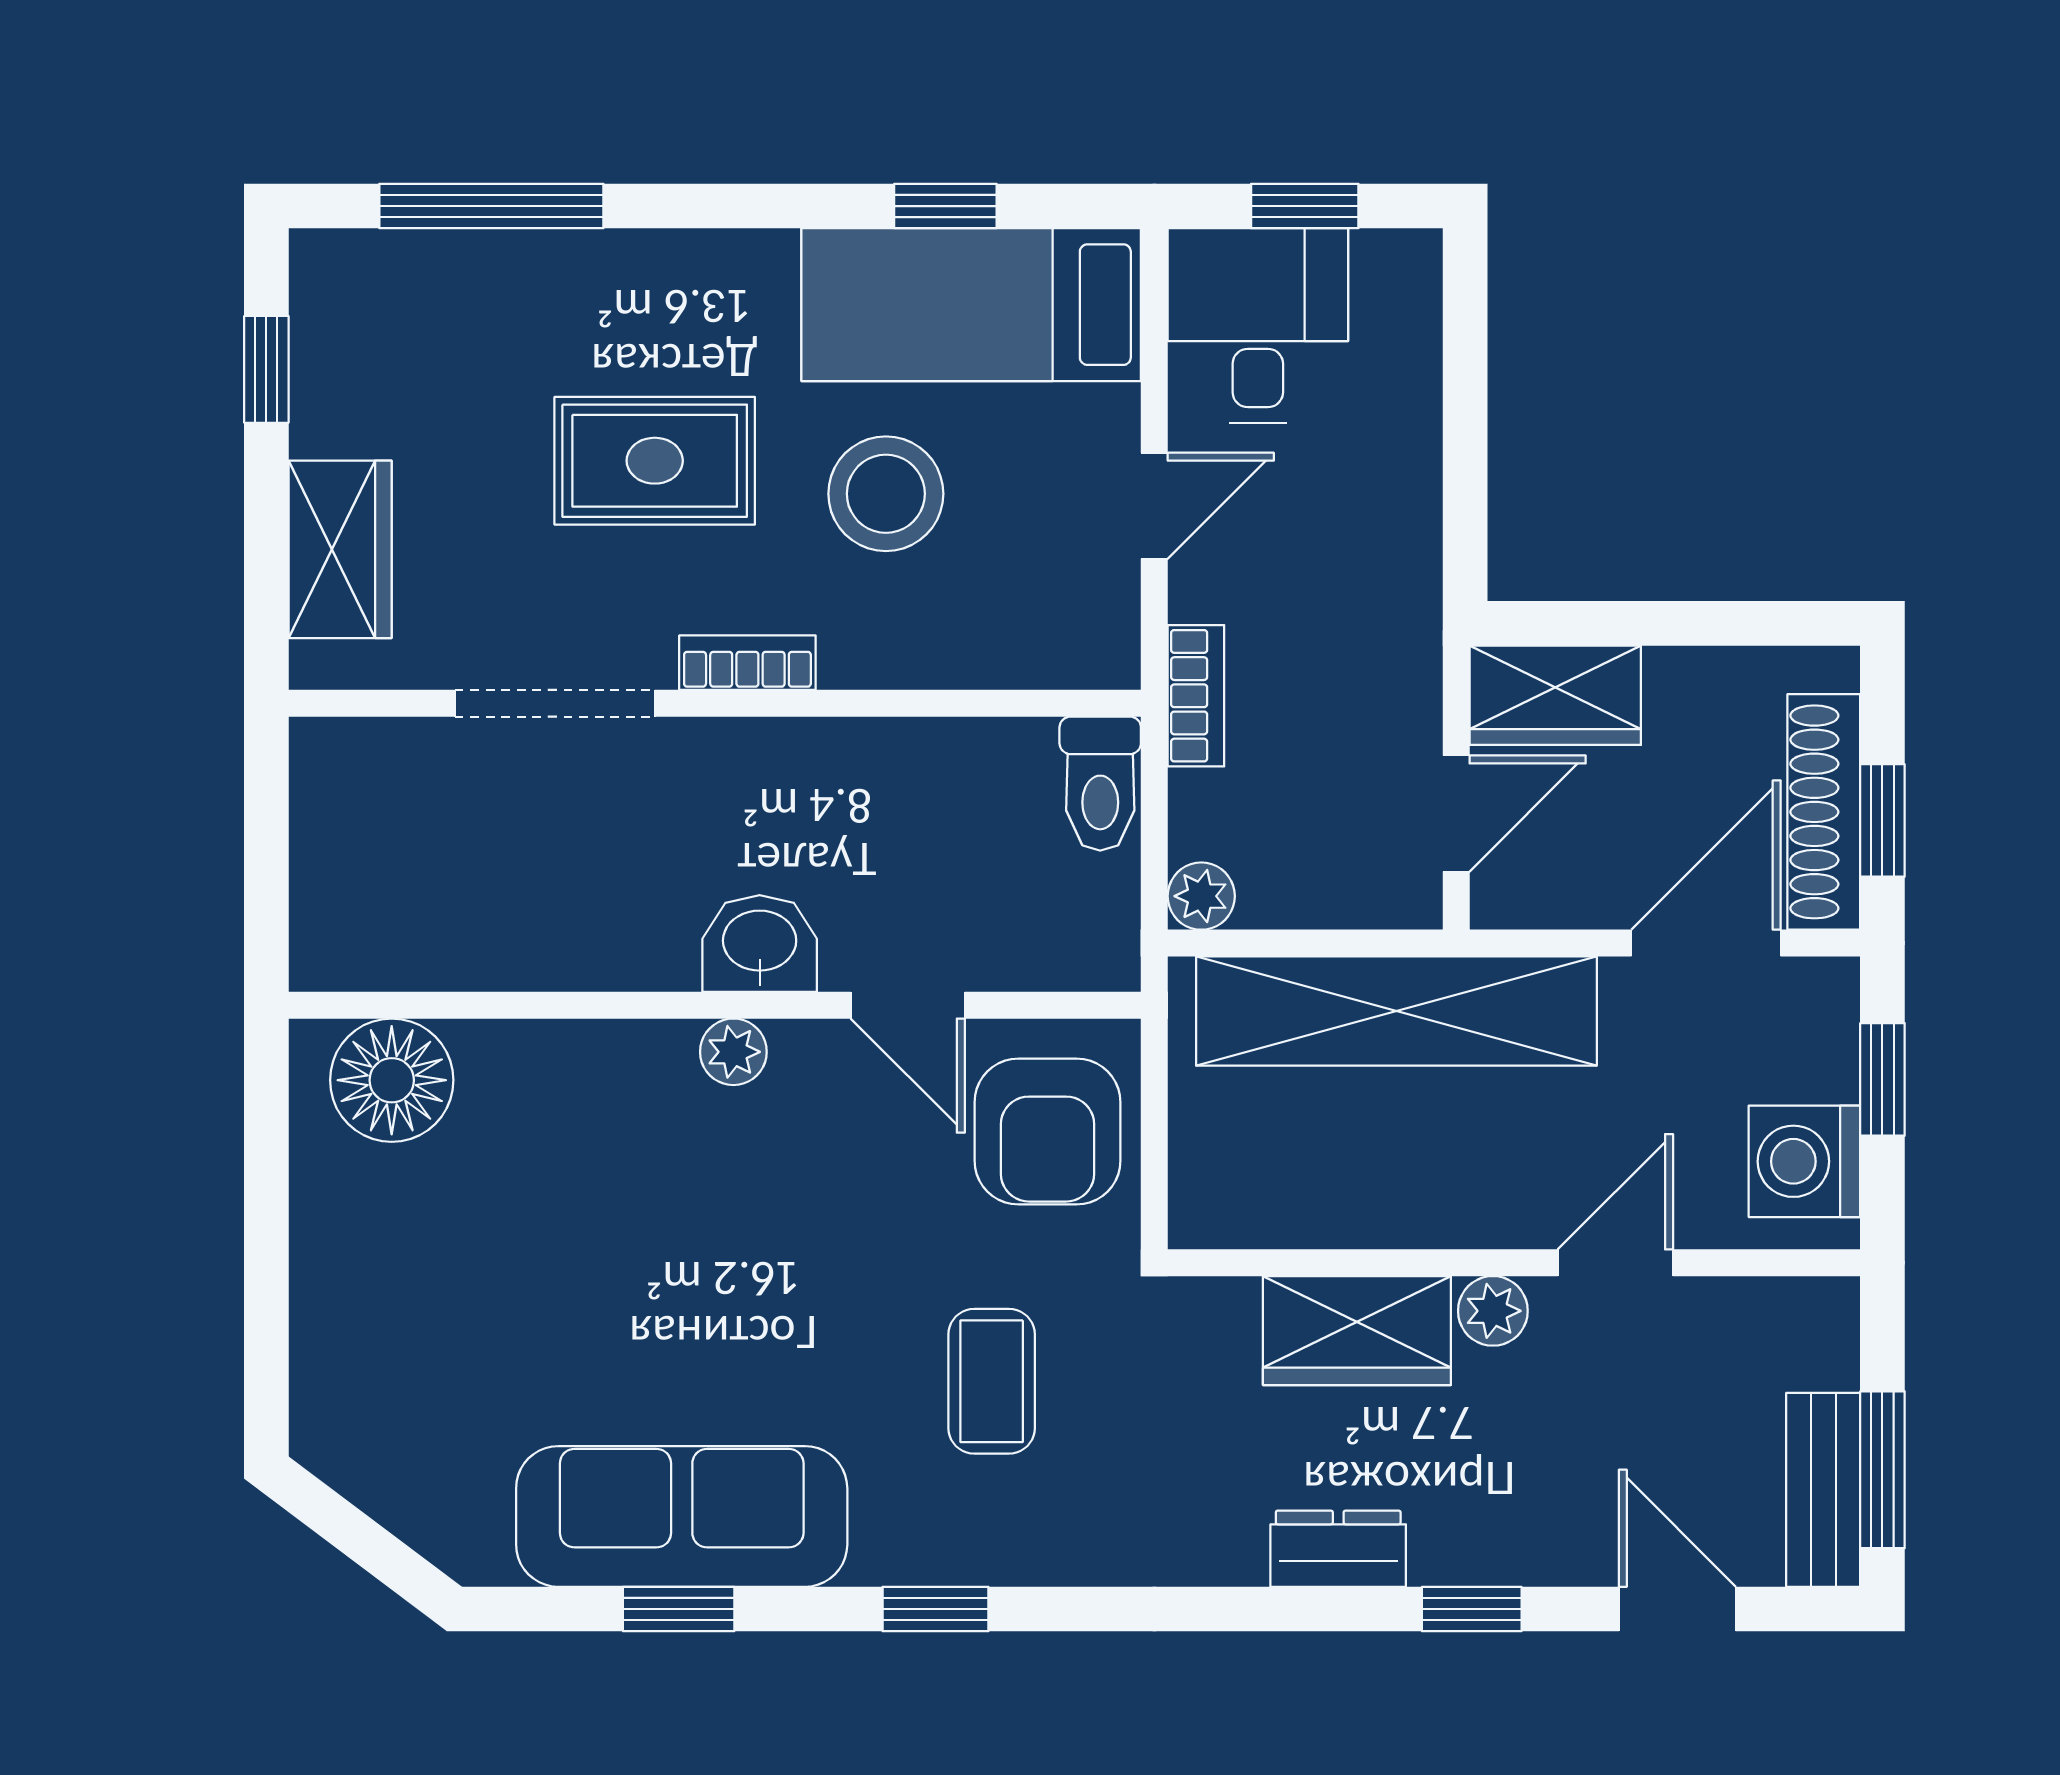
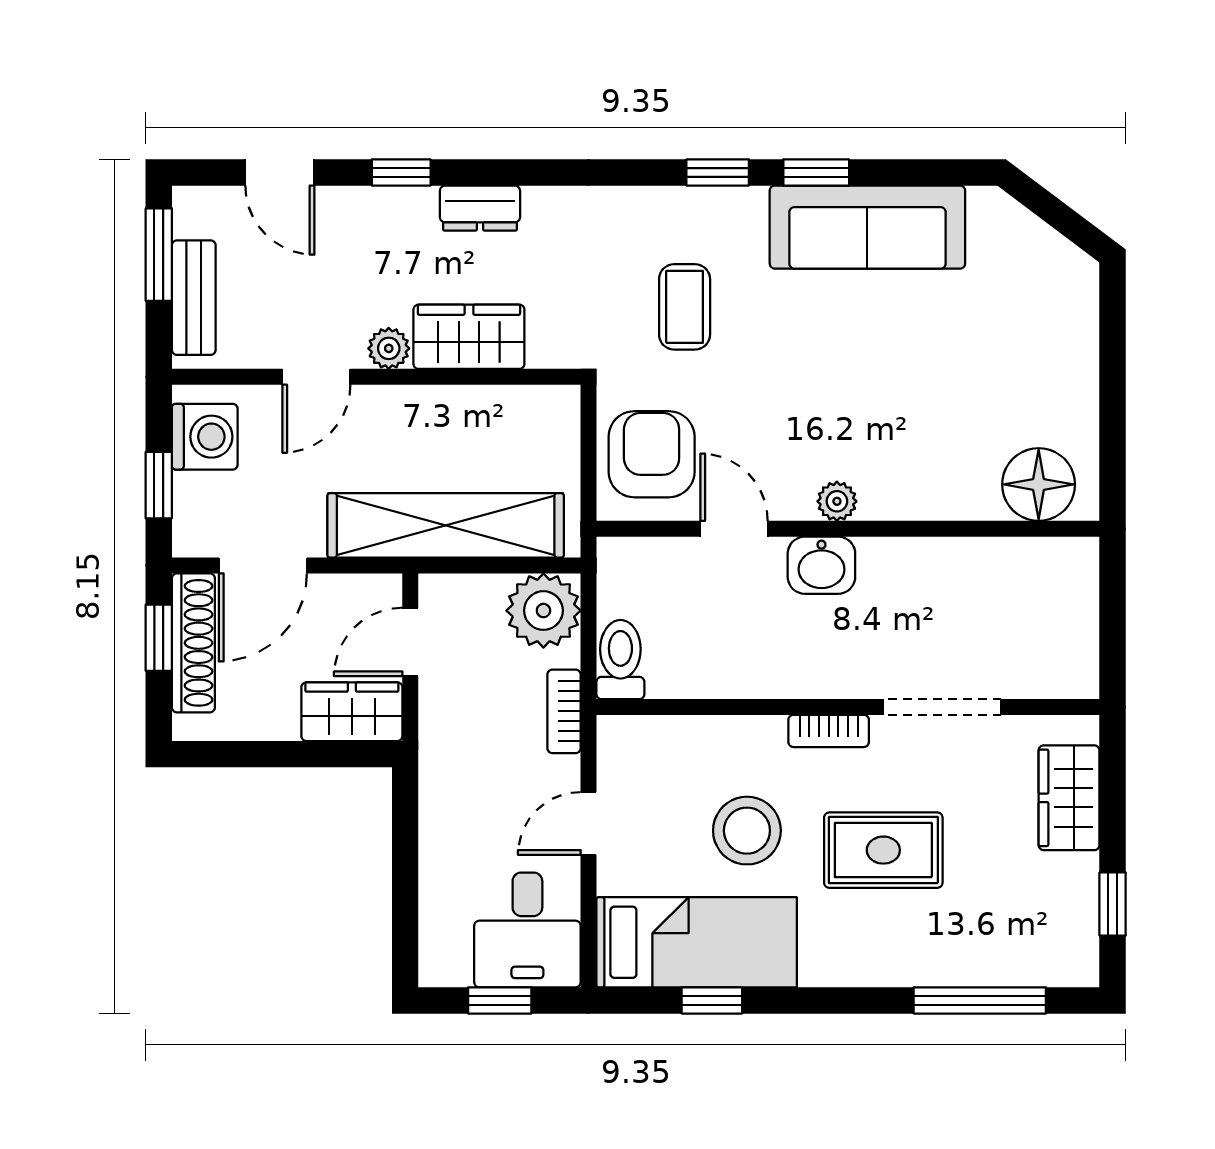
plant: (1201, 896) -> (543, 611), width x1.88, depth x1.88
bench: (1823, 1490) -> (194, 298), moved
window: (679, 1609) -> (816, 172), moved

